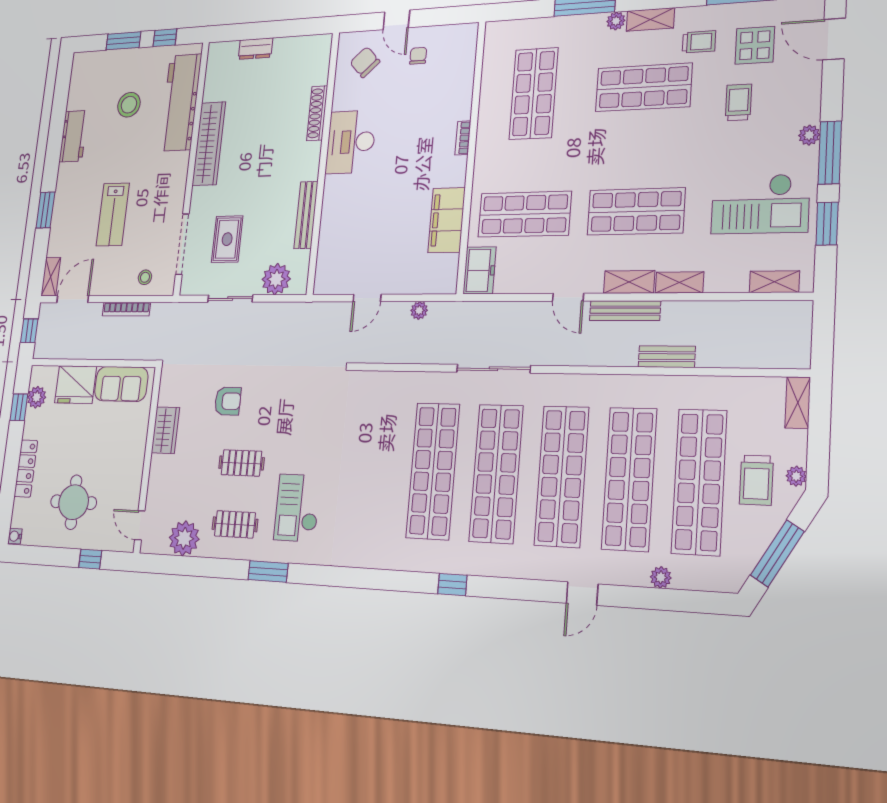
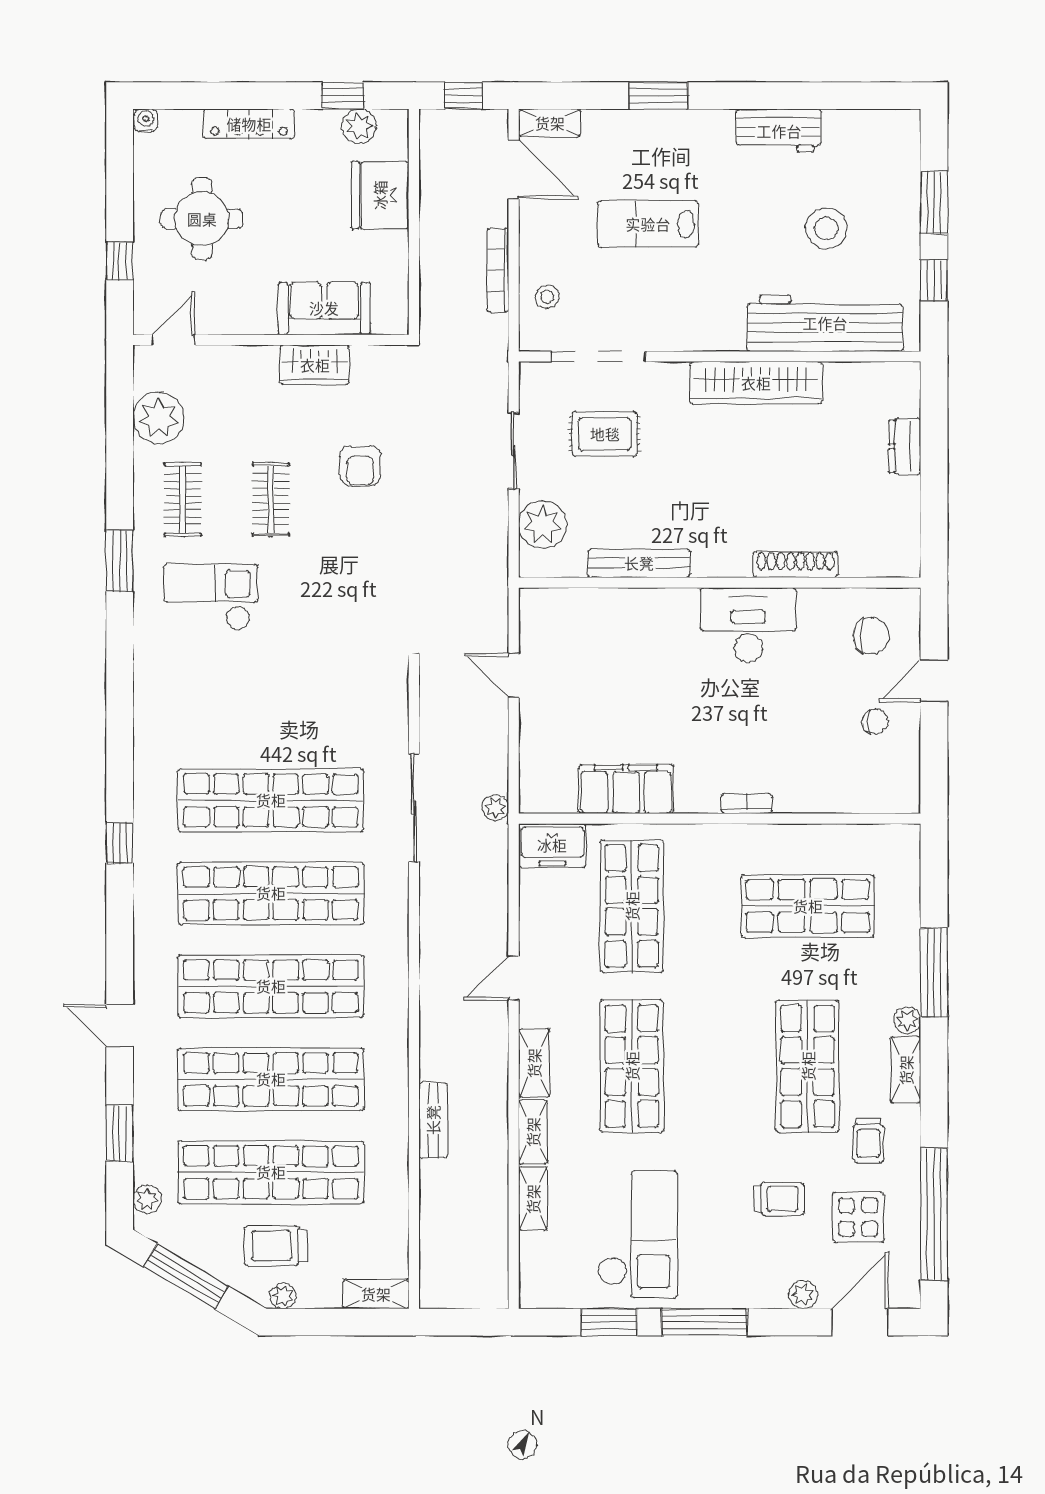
chair: (365, 62) -> (871, 636), turned 43
plant: (809, 135) -> (803, 1295), moved
checkout: (760, 204) -> (638, 1234), turned 180
shelving: (774, 282) -> (533, 1199), moved
plant: (419, 310) -> (495, 808), moved
bench: (625, 311) -> (495, 1059), removed
sliding door: (493, 369) -> (414, 808), moved
sofa: (121, 384) -> (324, 308), moved, turned 90
plant: (661, 577) -> (147, 1199), moved
window: (663, 599) -> (120, 1133), added

